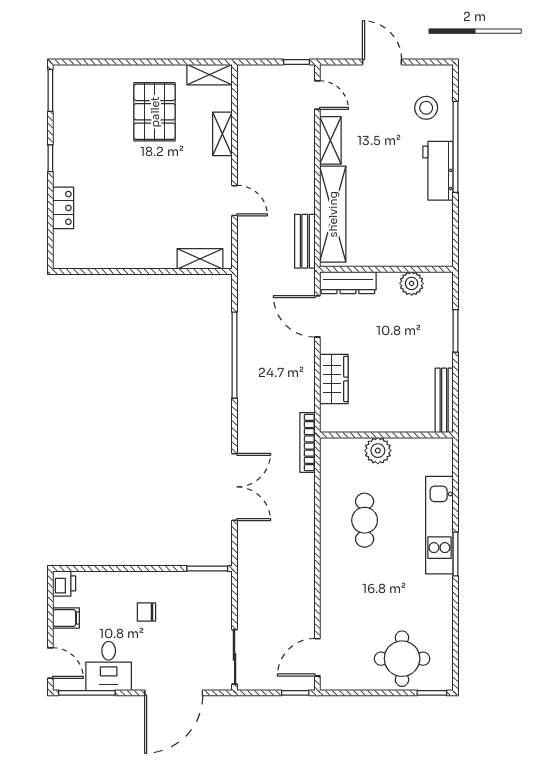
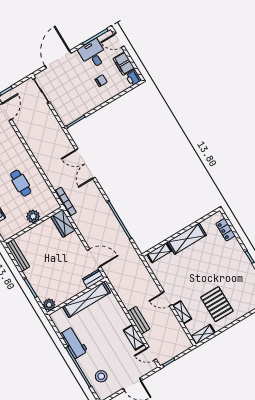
workbench: (438, 171) -> (74, 343), moved
door: (235, 201) -> (167, 299), moved
locker: (63, 208) -> (226, 230), moved
shelving: (333, 214) -> (86, 300), moved, turned 90
bench: (305, 241) -> (139, 320), moved
shelving: (138, 255) -> (187, 239), added
dresser: (348, 283) -> (93, 279), width x0.70
plant: (412, 283) -> (49, 305), moved
wardrobe: (334, 379) -> (63, 223), moved
chair: (146, 612) -> (101, 81), moved
filing cabinet: (66, 618) -> (124, 64), width x2.00

